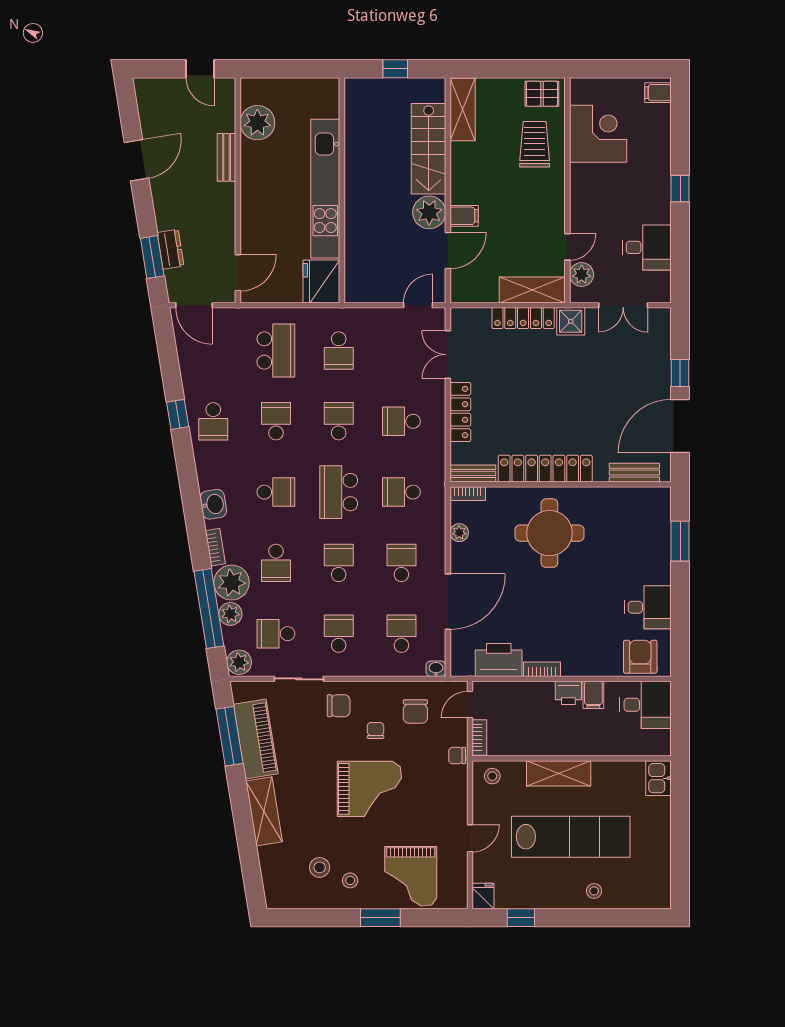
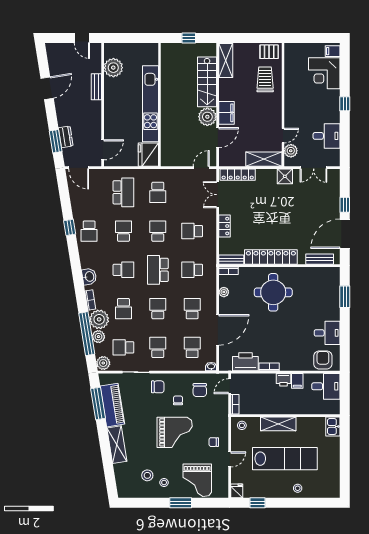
corner desk: (598, 134) -> (324, 73), moved, turned 180
filing cabinet: (464, 216) -> (227, 113), width x2.00
locker: (523, 318) -> (238, 175), moved
locker: (460, 412) -> (224, 226), width x0.66
chair: (457, 756) -> (214, 442), moved

